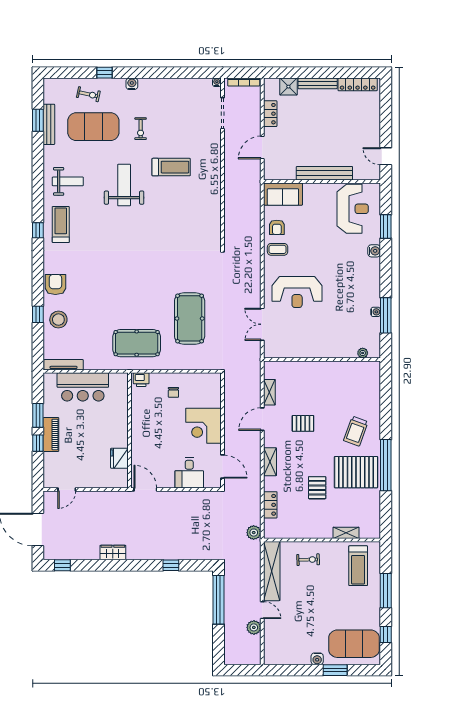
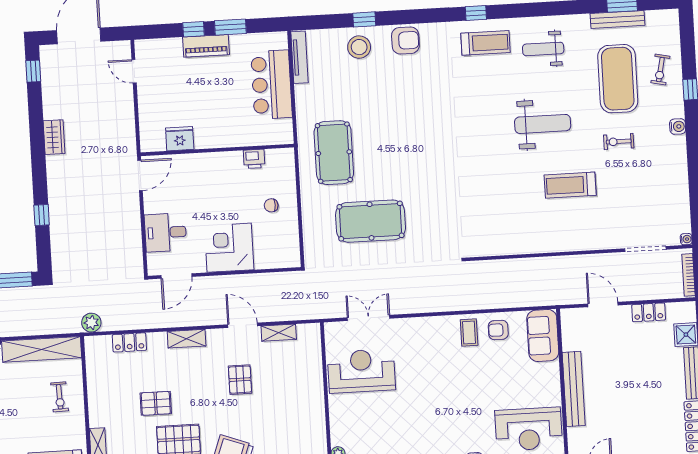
treadmill: (171, 167) -> (570, 185), turned 90
weight bench: (68, 181) -> (543, 49), turned 90
reception desk: (297, 292) -> (361, 371), moved, turned 90
printer: (141, 380) -> (254, 159), moved, turned -90

